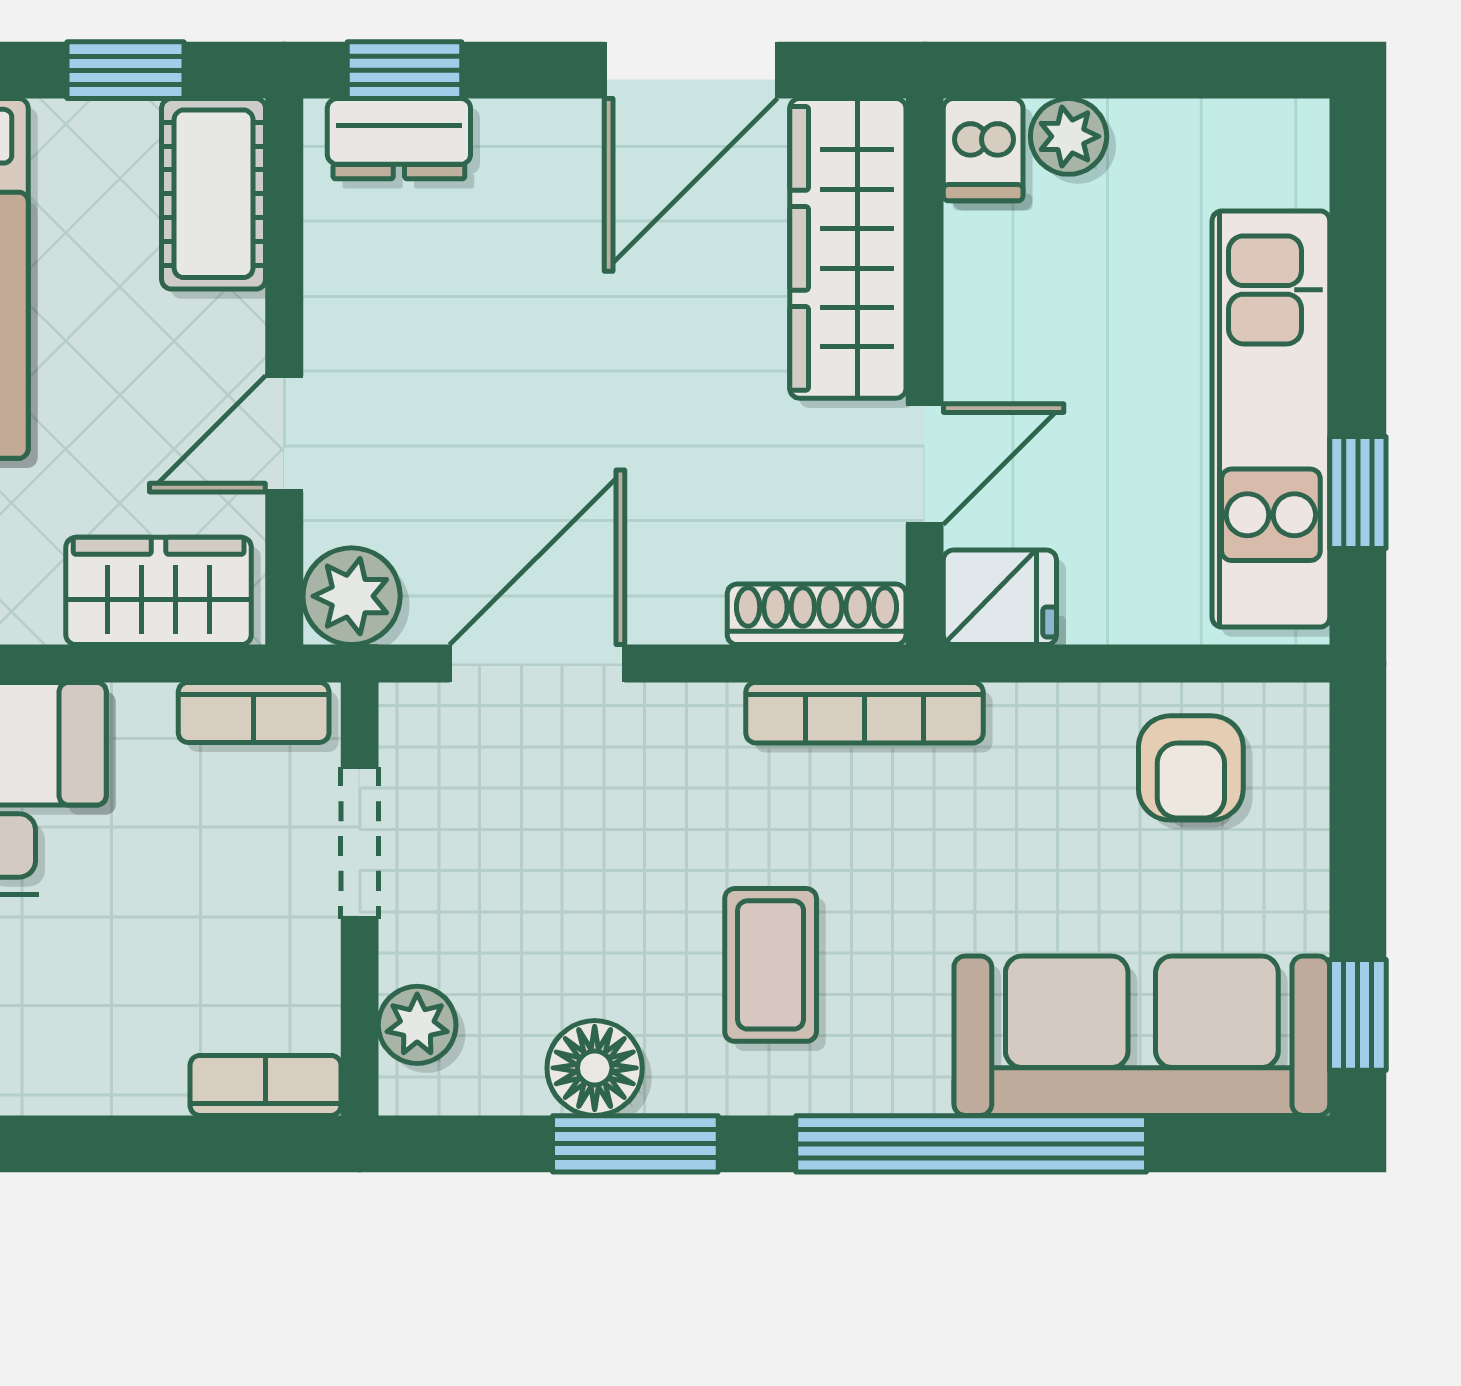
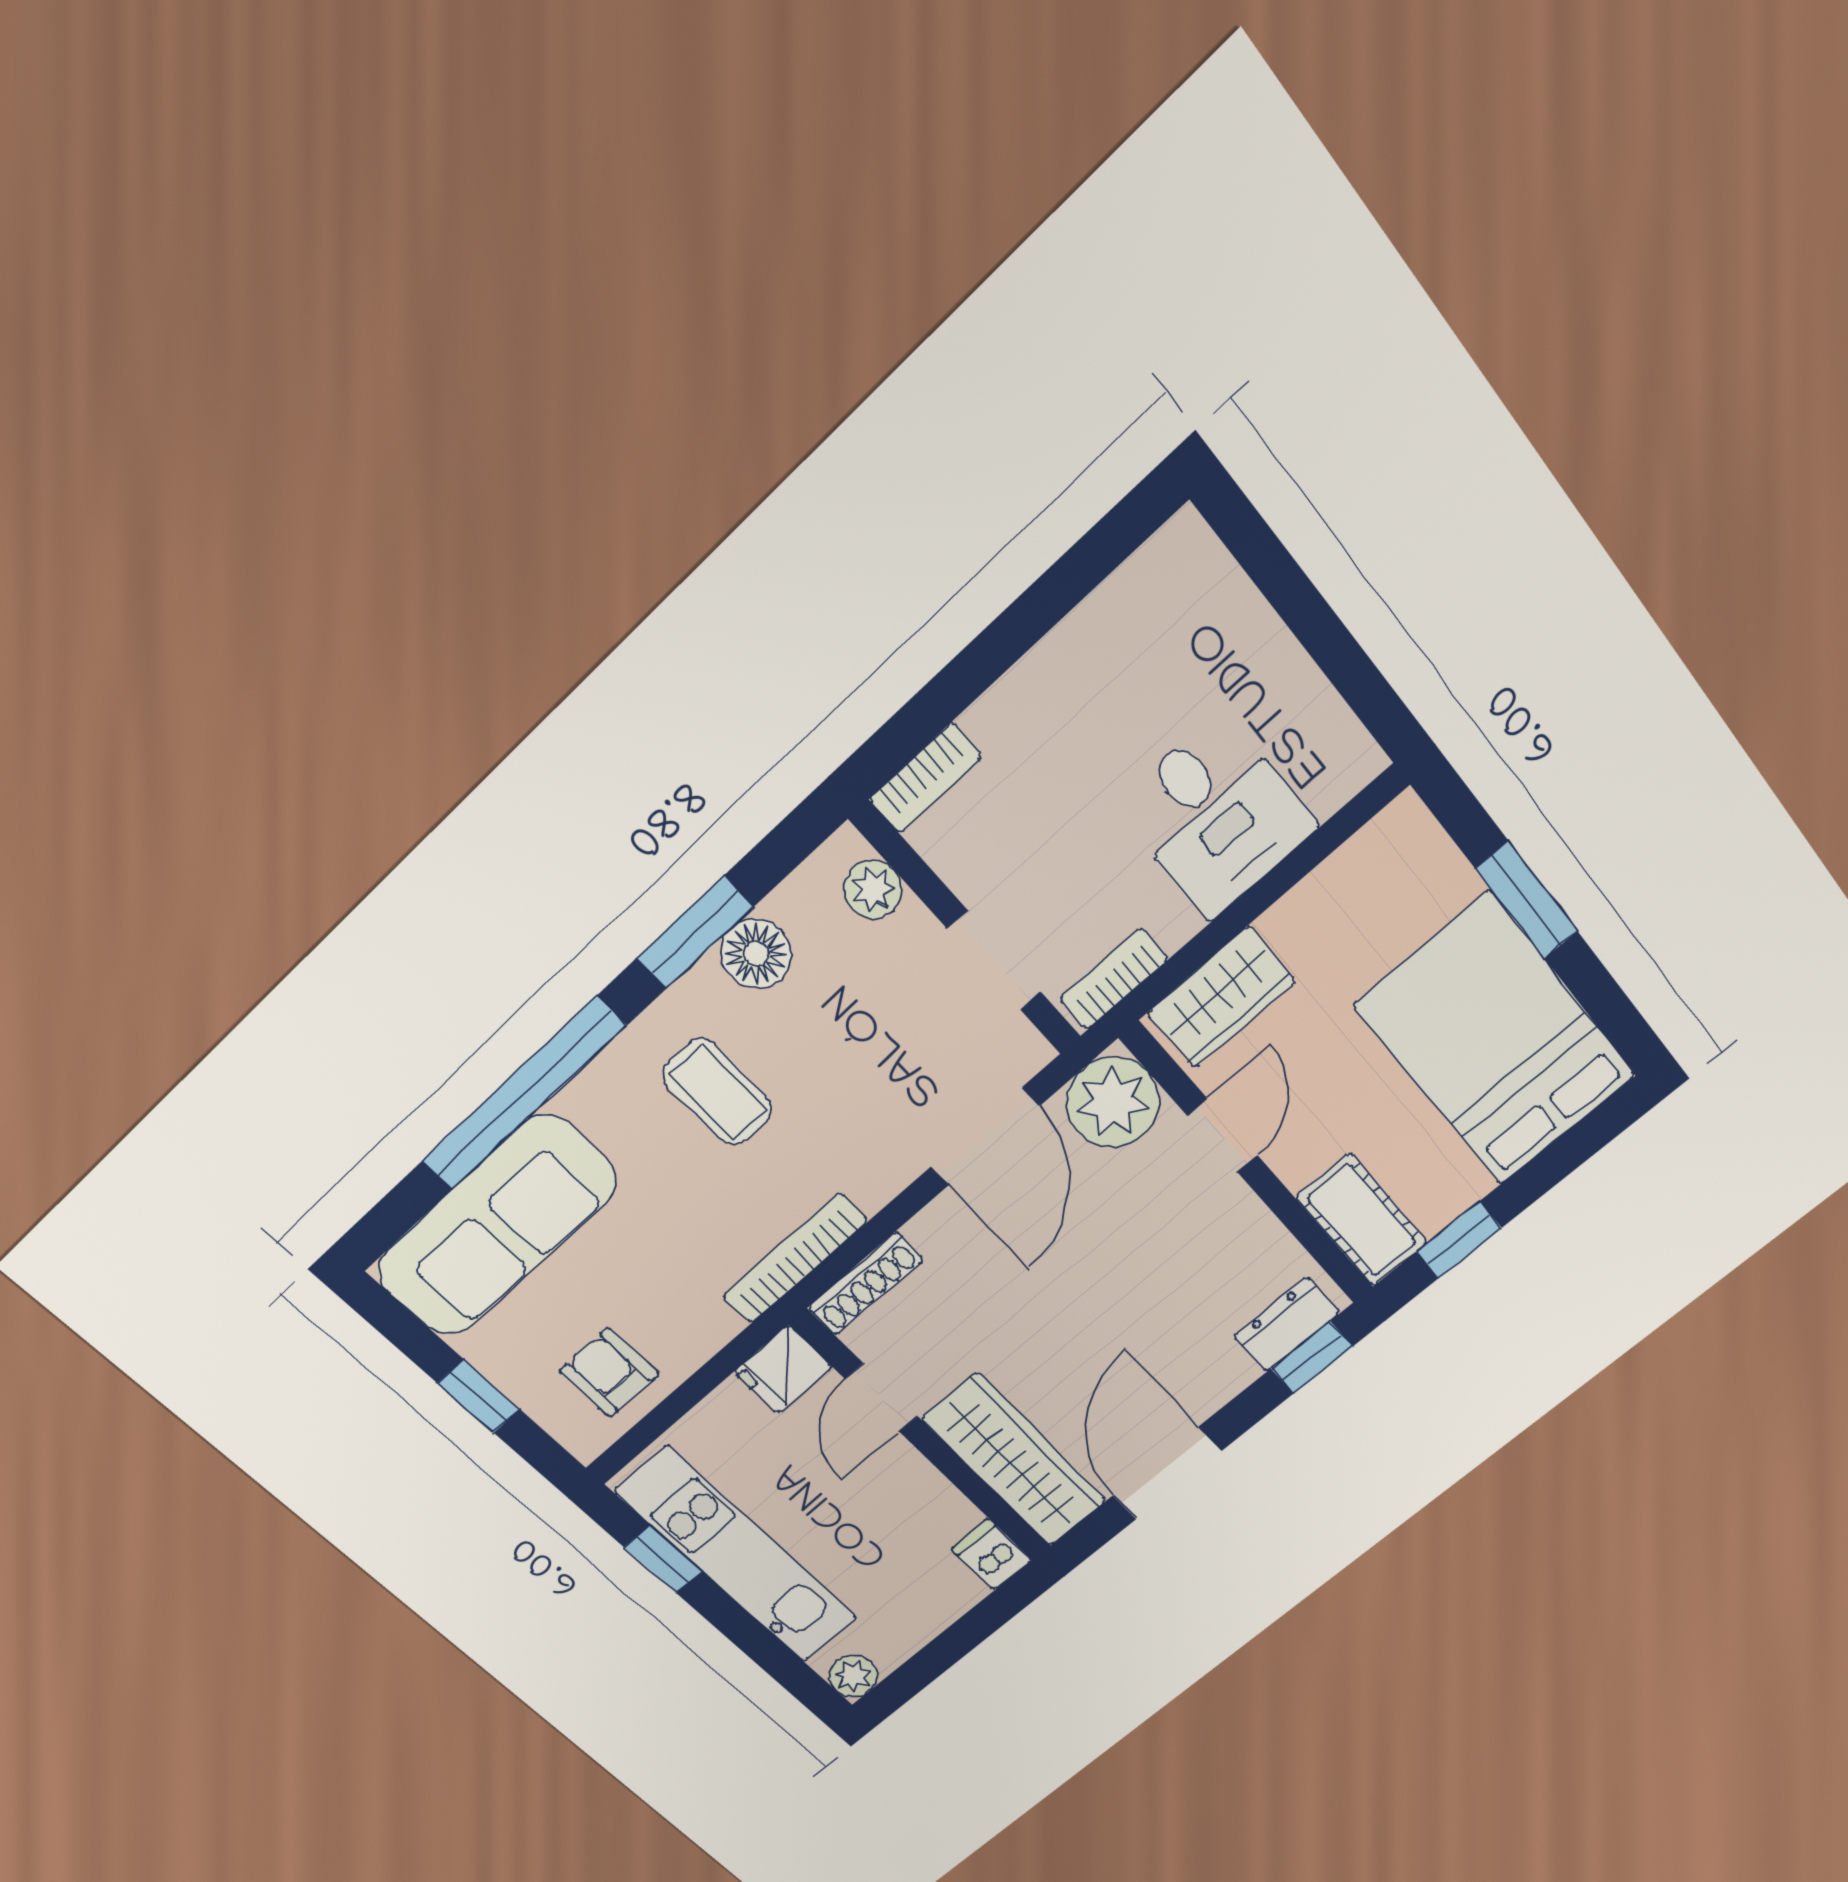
plant: (1069, 136) -> (853, 1676), moved
plant: (352, 596) -> (1113, 1102), width x1.36, depth x1.36
window: (1358, 1015) -> (479, 1396), moved

